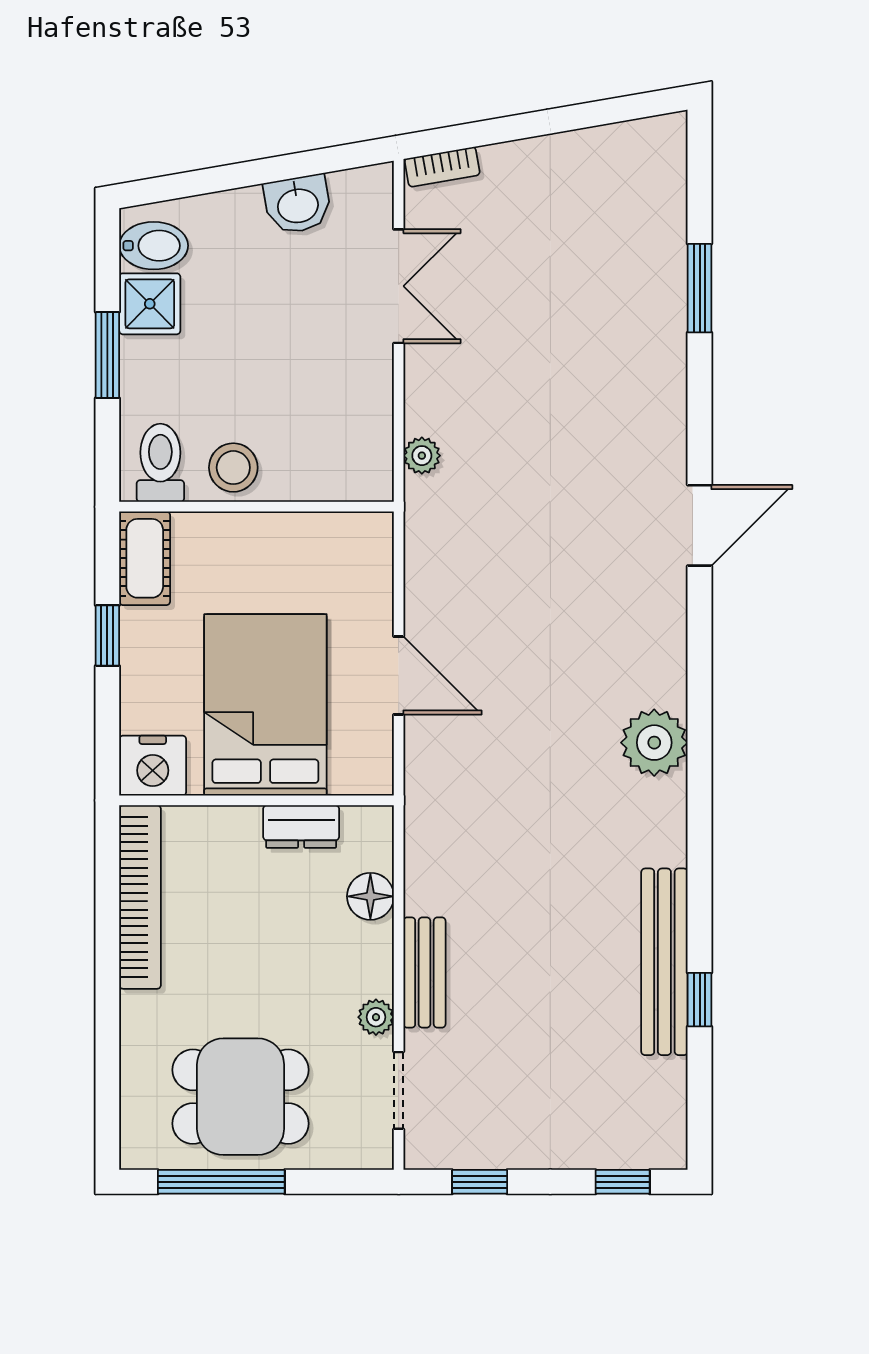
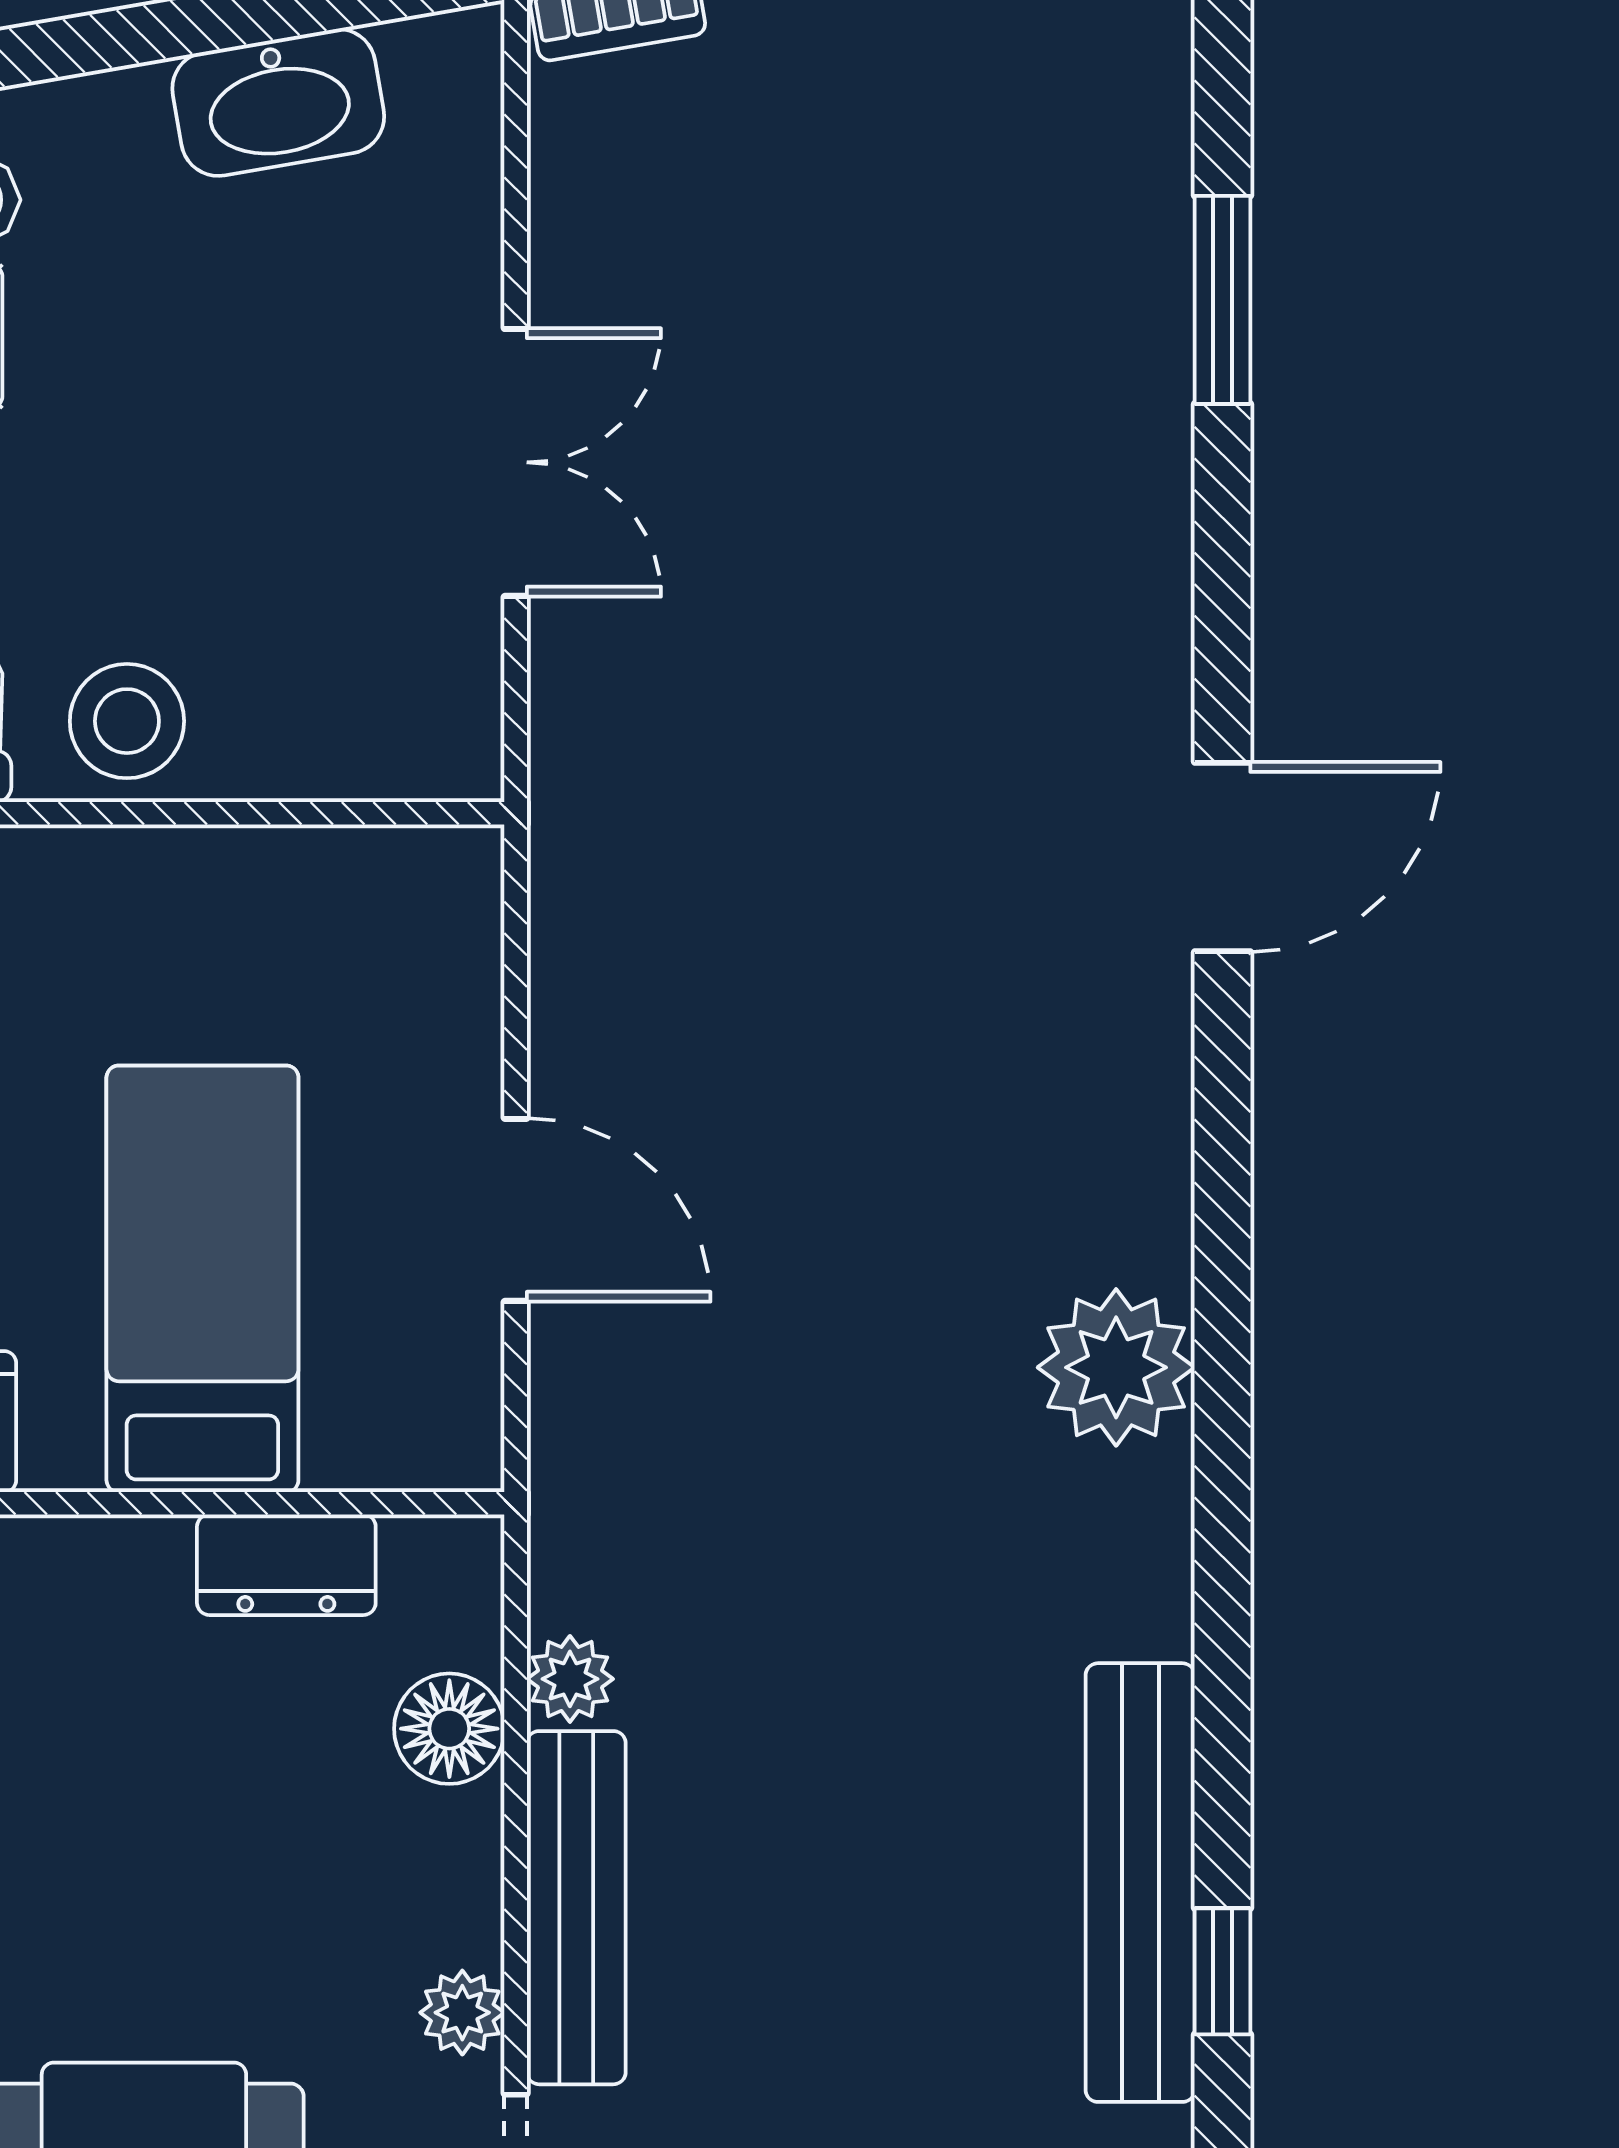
washbasin: (298, 204) -> (278, 102), width x1.38
double door: (399, 286) -> (516, 462), moved
plant: (422, 456) -> (570, 1679), moved
bed: (265, 705) -> (202, 1279), width x0.67
bench: (424, 973) -> (576, 1908), width x1.36

